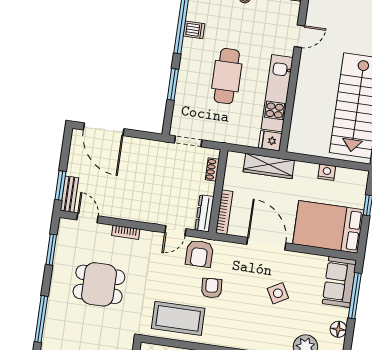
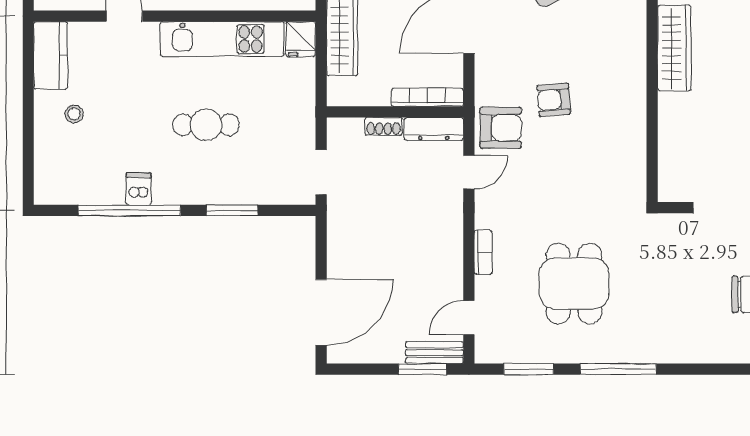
cafe table: (227, 76) -> (206, 125), width x0.73, depth x0.74
shoe rack: (212, 170) -> (384, 126), moved
door: (175, 231) -> (469, 172), hinge flipped
coffee table: (178, 318) -> (611, 147), removed
window: (41, 319) -> (618, 369), moved

